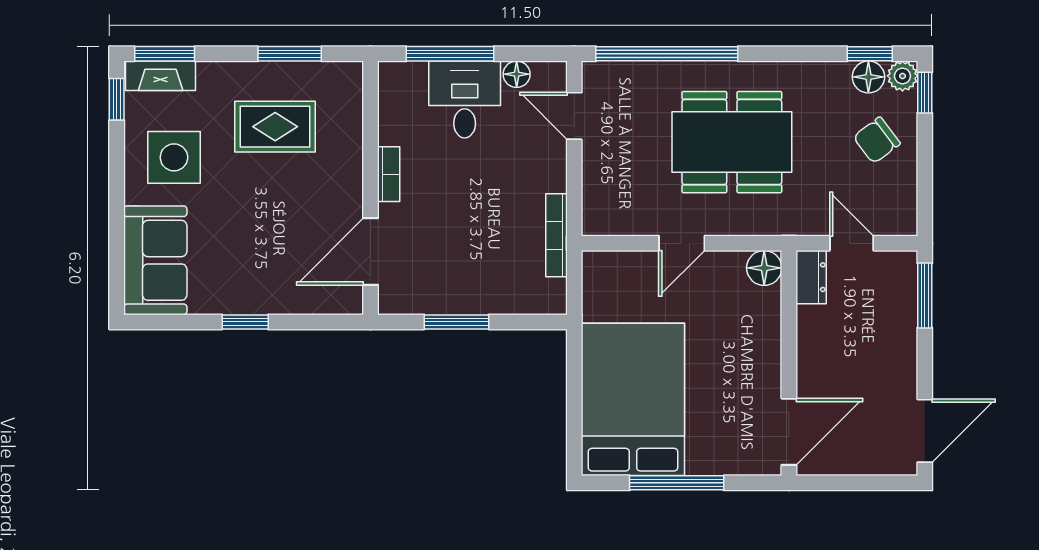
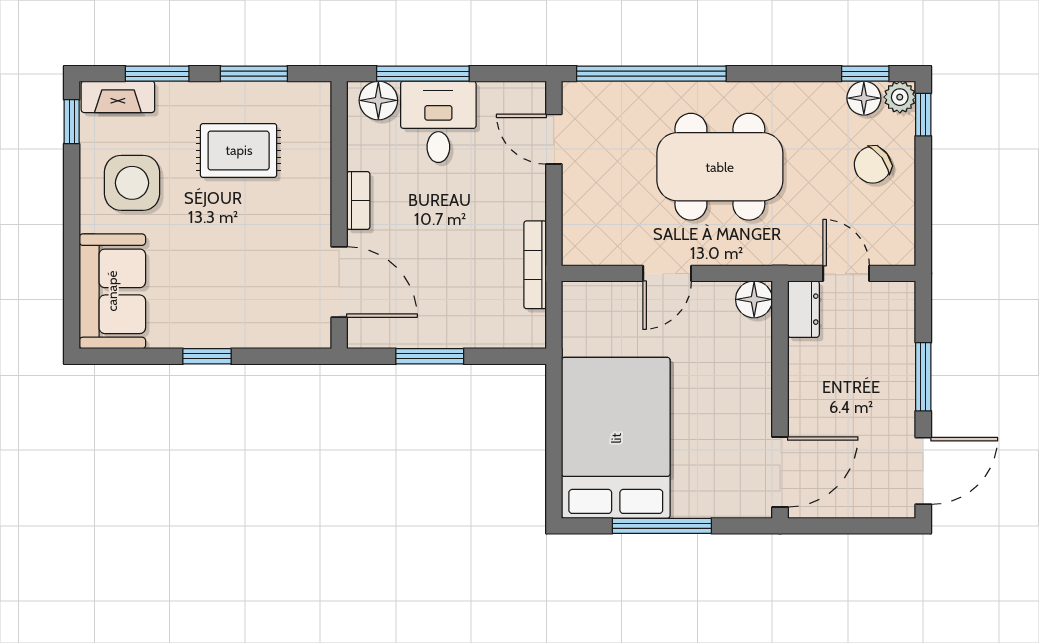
window: (165, 54) -> (157, 74), moved
floor lamp: (517, 74) -> (378, 100), moved, width x1.37, depth x1.37
door: (370, 252) -> (339, 282), swing flipped
window: (925, 295) -> (923, 377), moved

